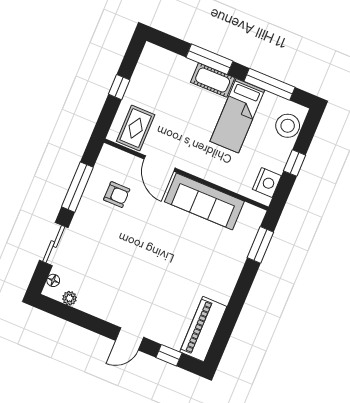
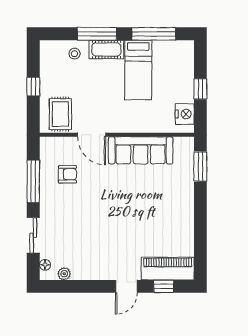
stool: (288, 126) -> (75, 54), moved, width x0.53, depth x0.53
piano: (203, 329) -> (168, 269), moved, turned 90

